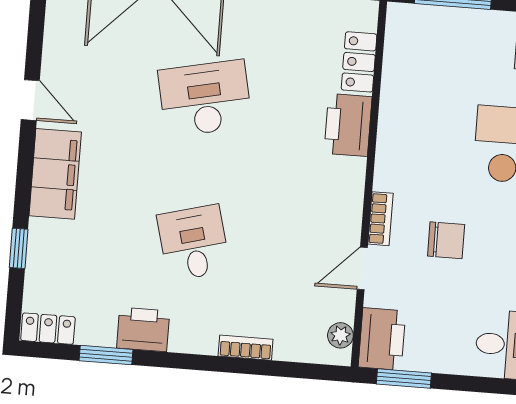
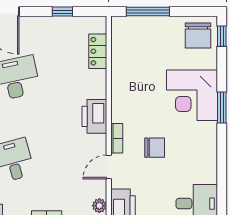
printer: (348, 125) -> (94, 116), moved

